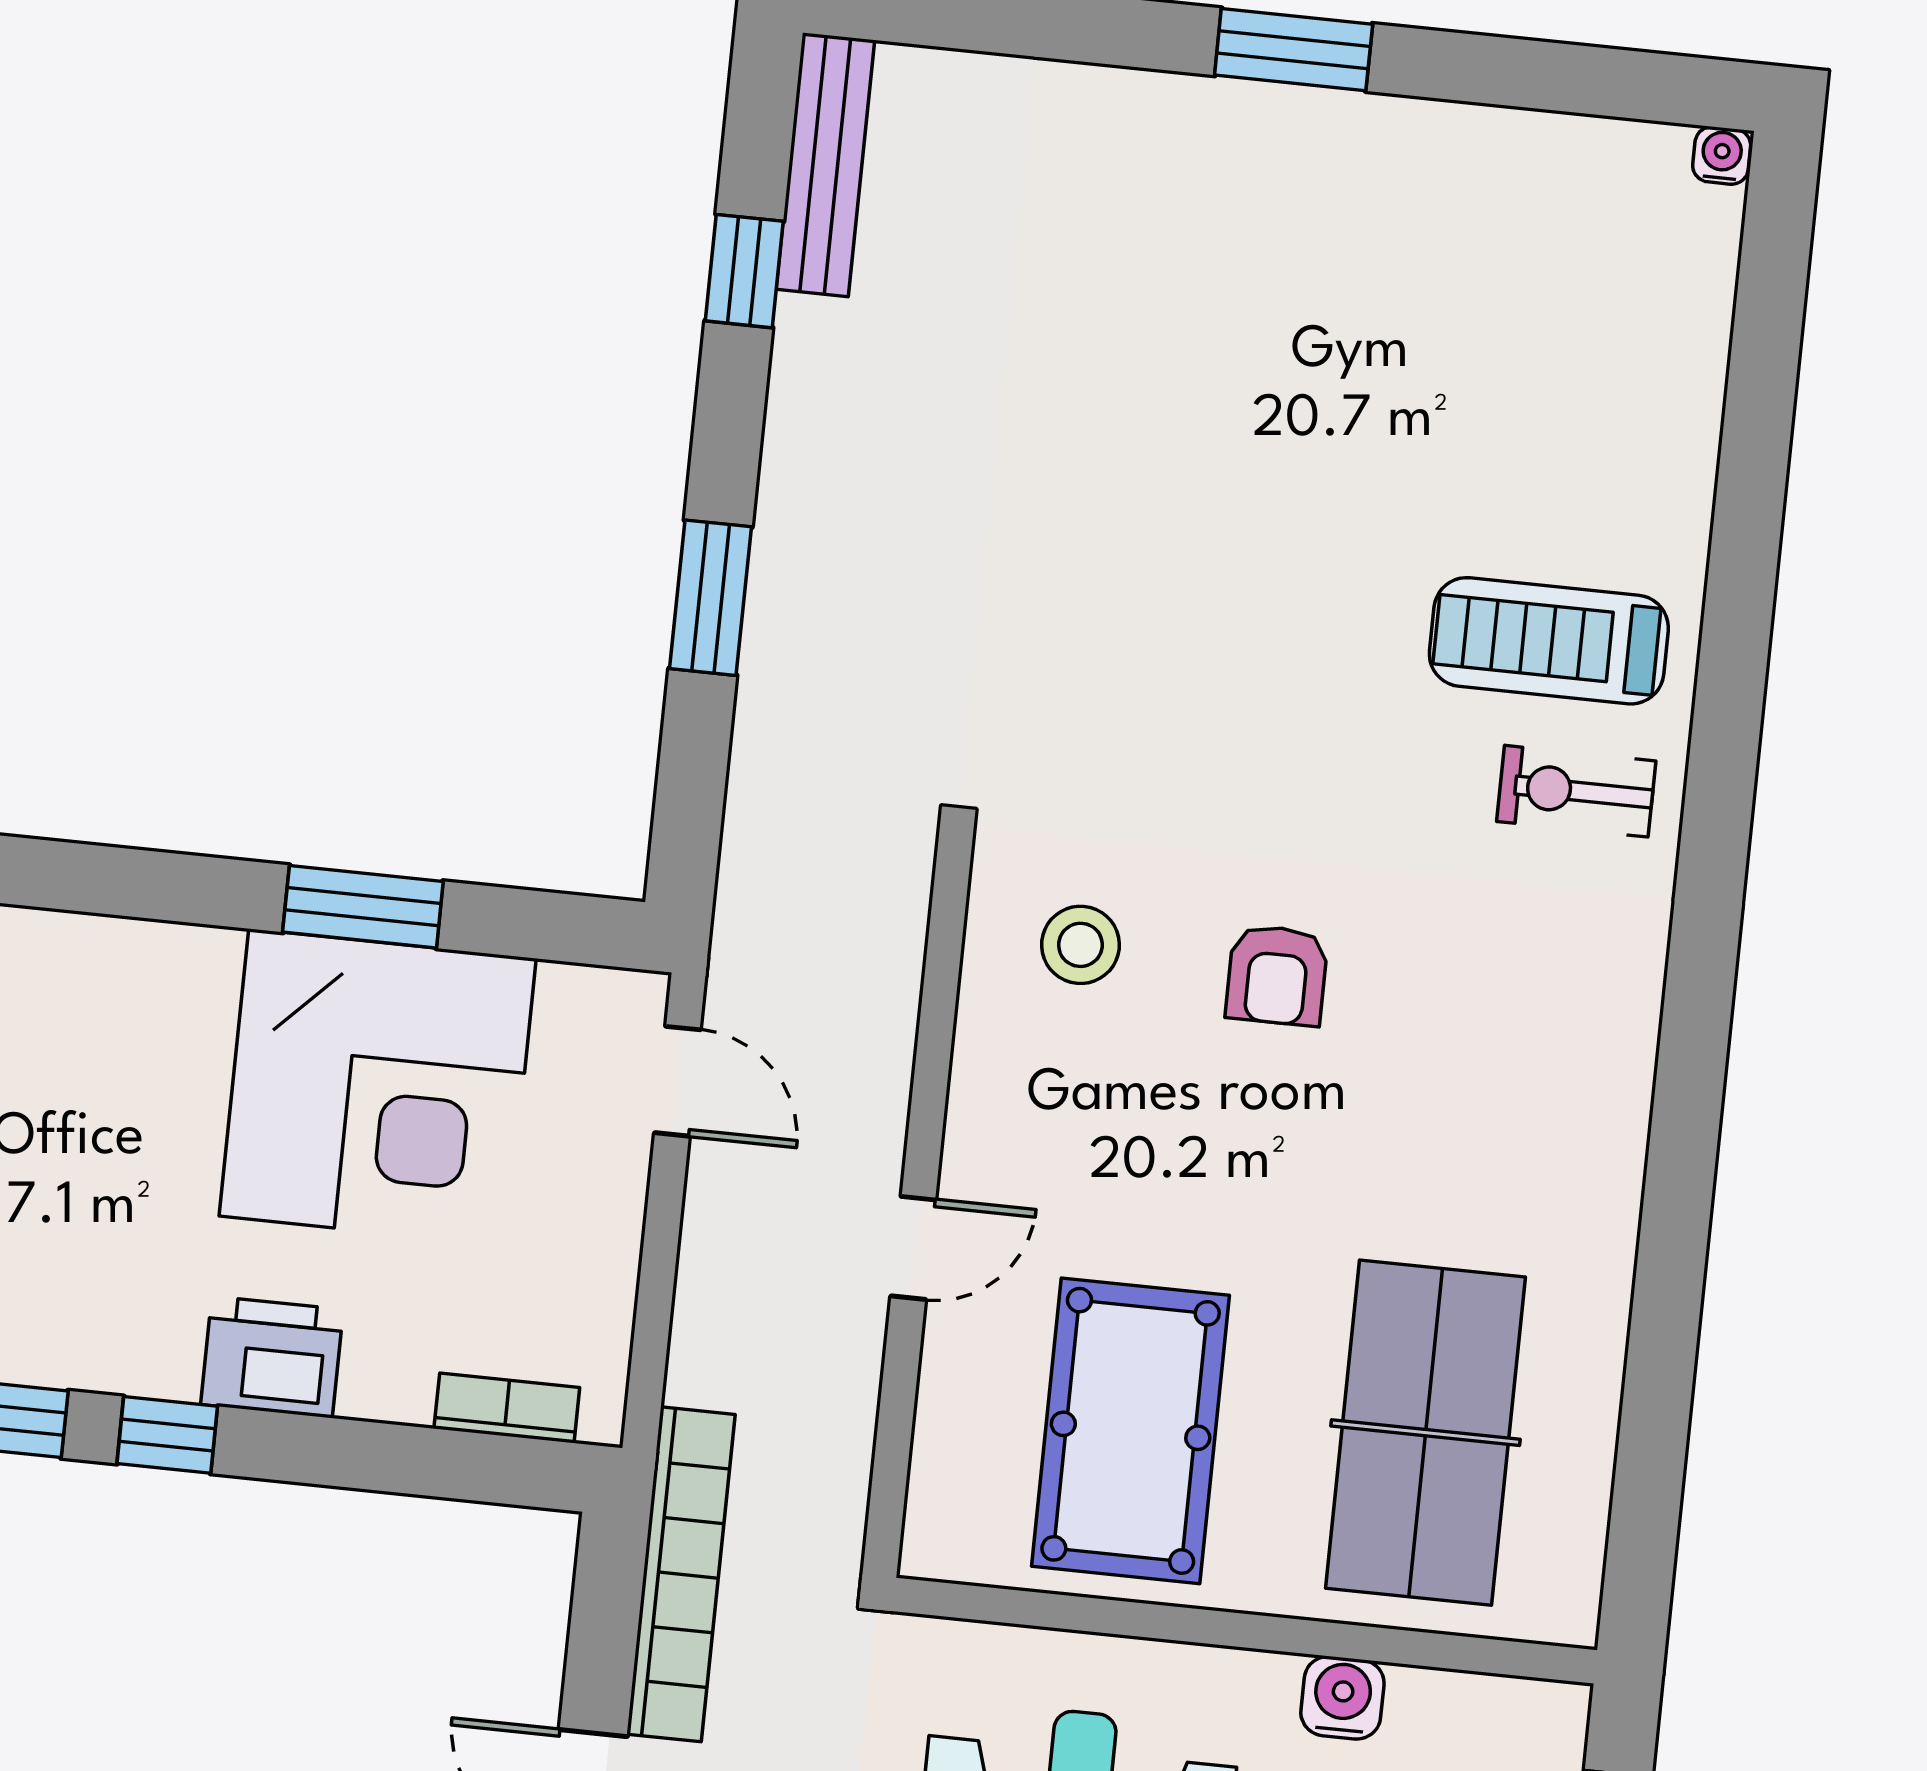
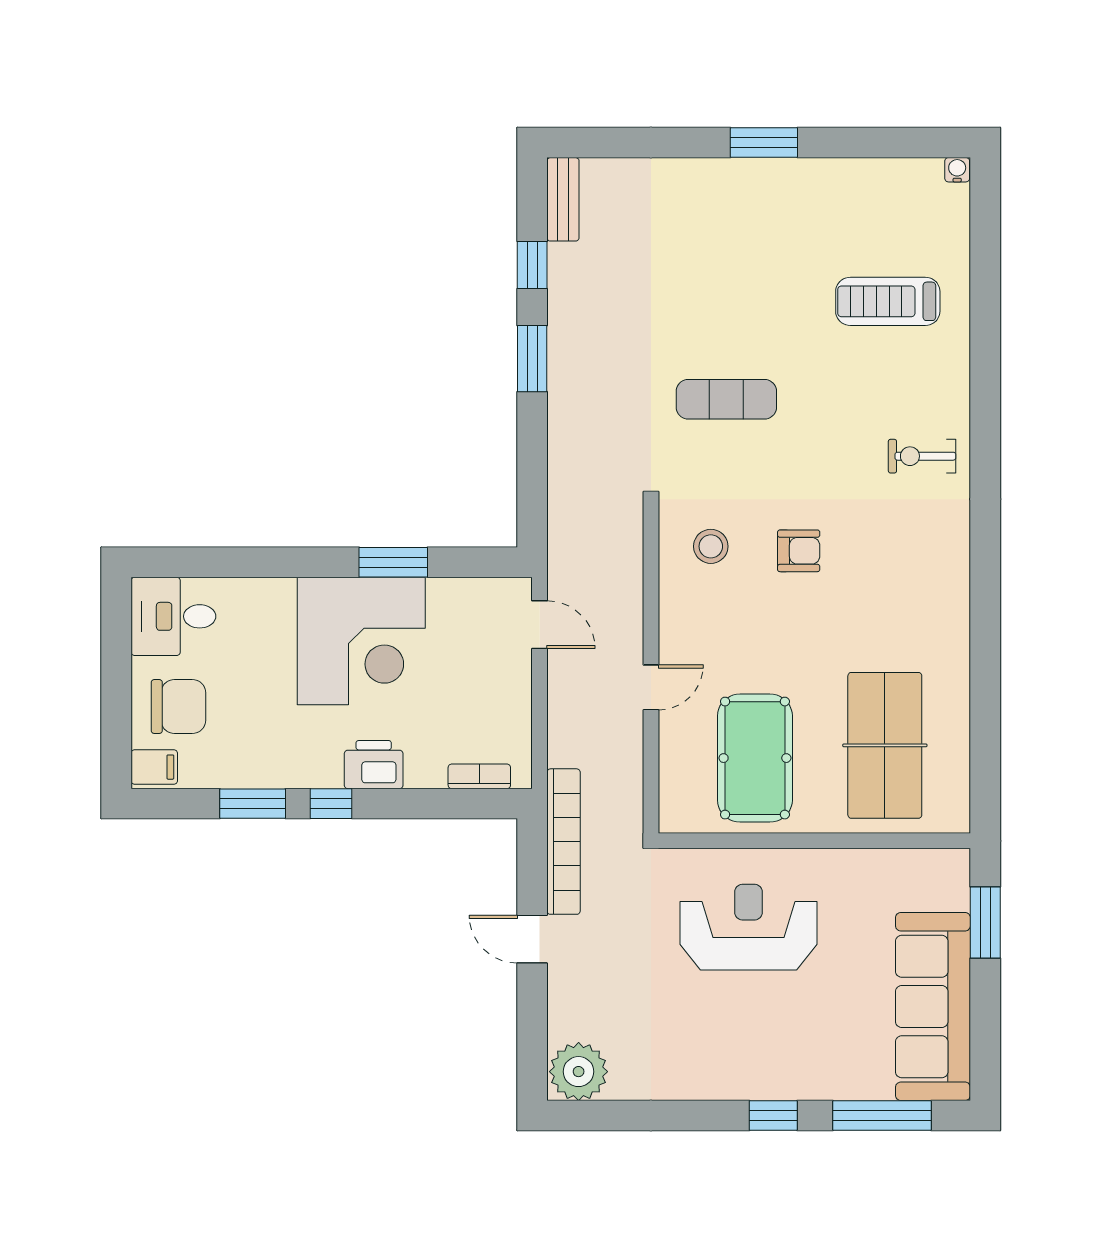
bench: (825, 165) -> (563, 199), width x0.73
window: (711, 598) -> (532, 359), moved
exercise mat: (1150, 618) -> (726, 399), added
treadmill: (1549, 641) -> (888, 301), moved
armchair: (1277, 975) -> (799, 551), turned -90
corner desk: (378, 1087) -> (361, 641), moved
water cooler: (1342, 1698) -> (860, 866), removed

